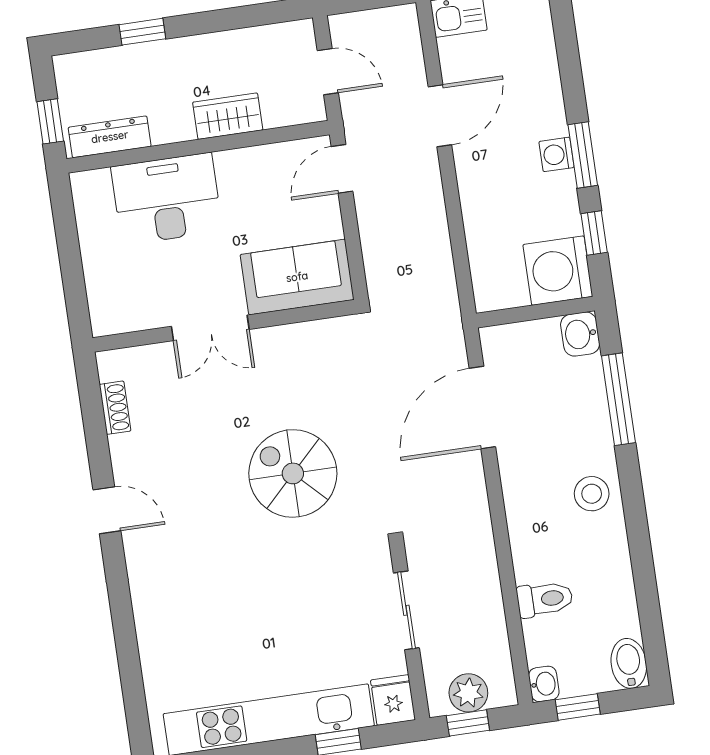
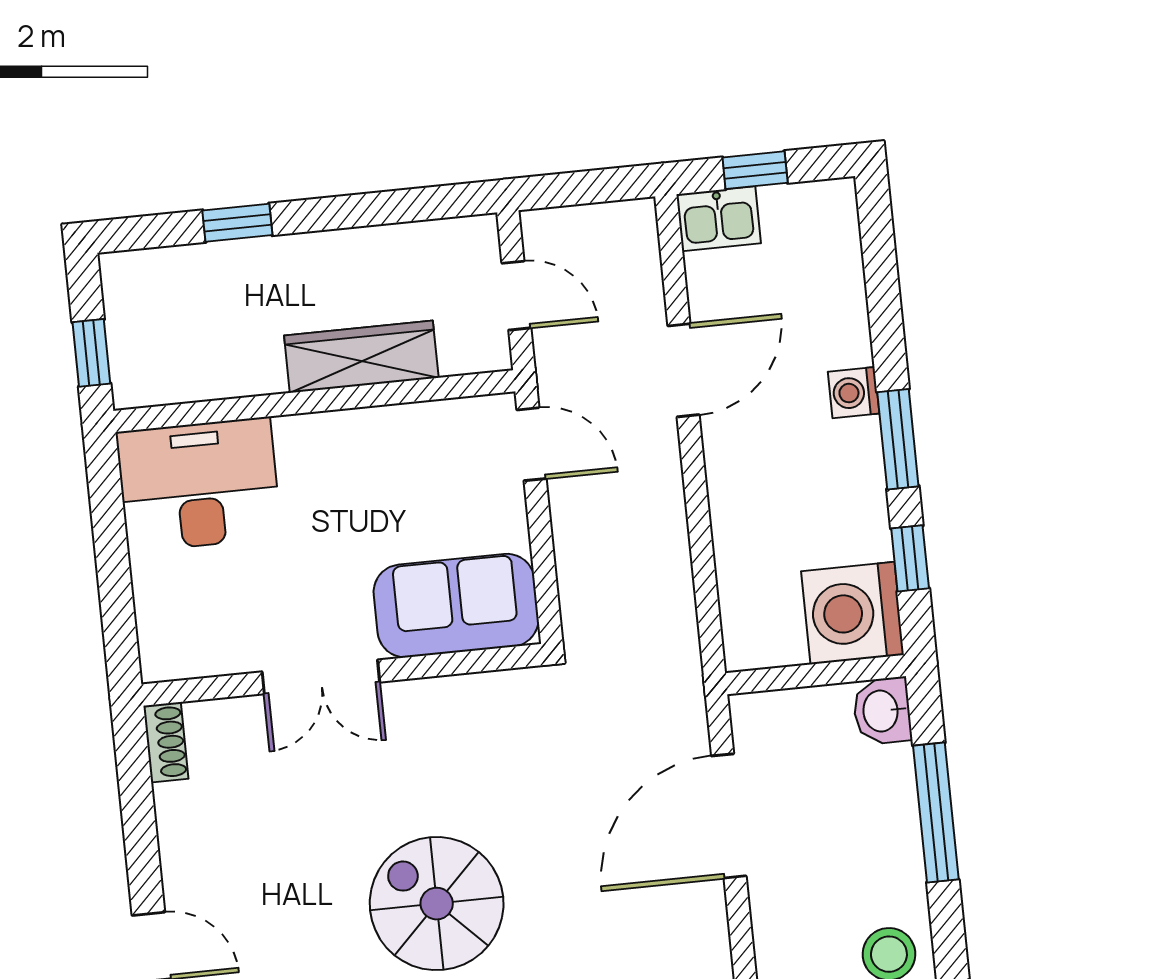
wardrobe: (228, 116) -> (361, 357), width x1.50
dresser: (110, 137) -> (181, 380), removed
washing machine: (556, 154) -> (854, 393), moved
door: (342, 169) -> (531, 444), swing flipped
desk: (167, 199) -> (199, 485), moved
shoe rack: (115, 408) -> (166, 742), moved

